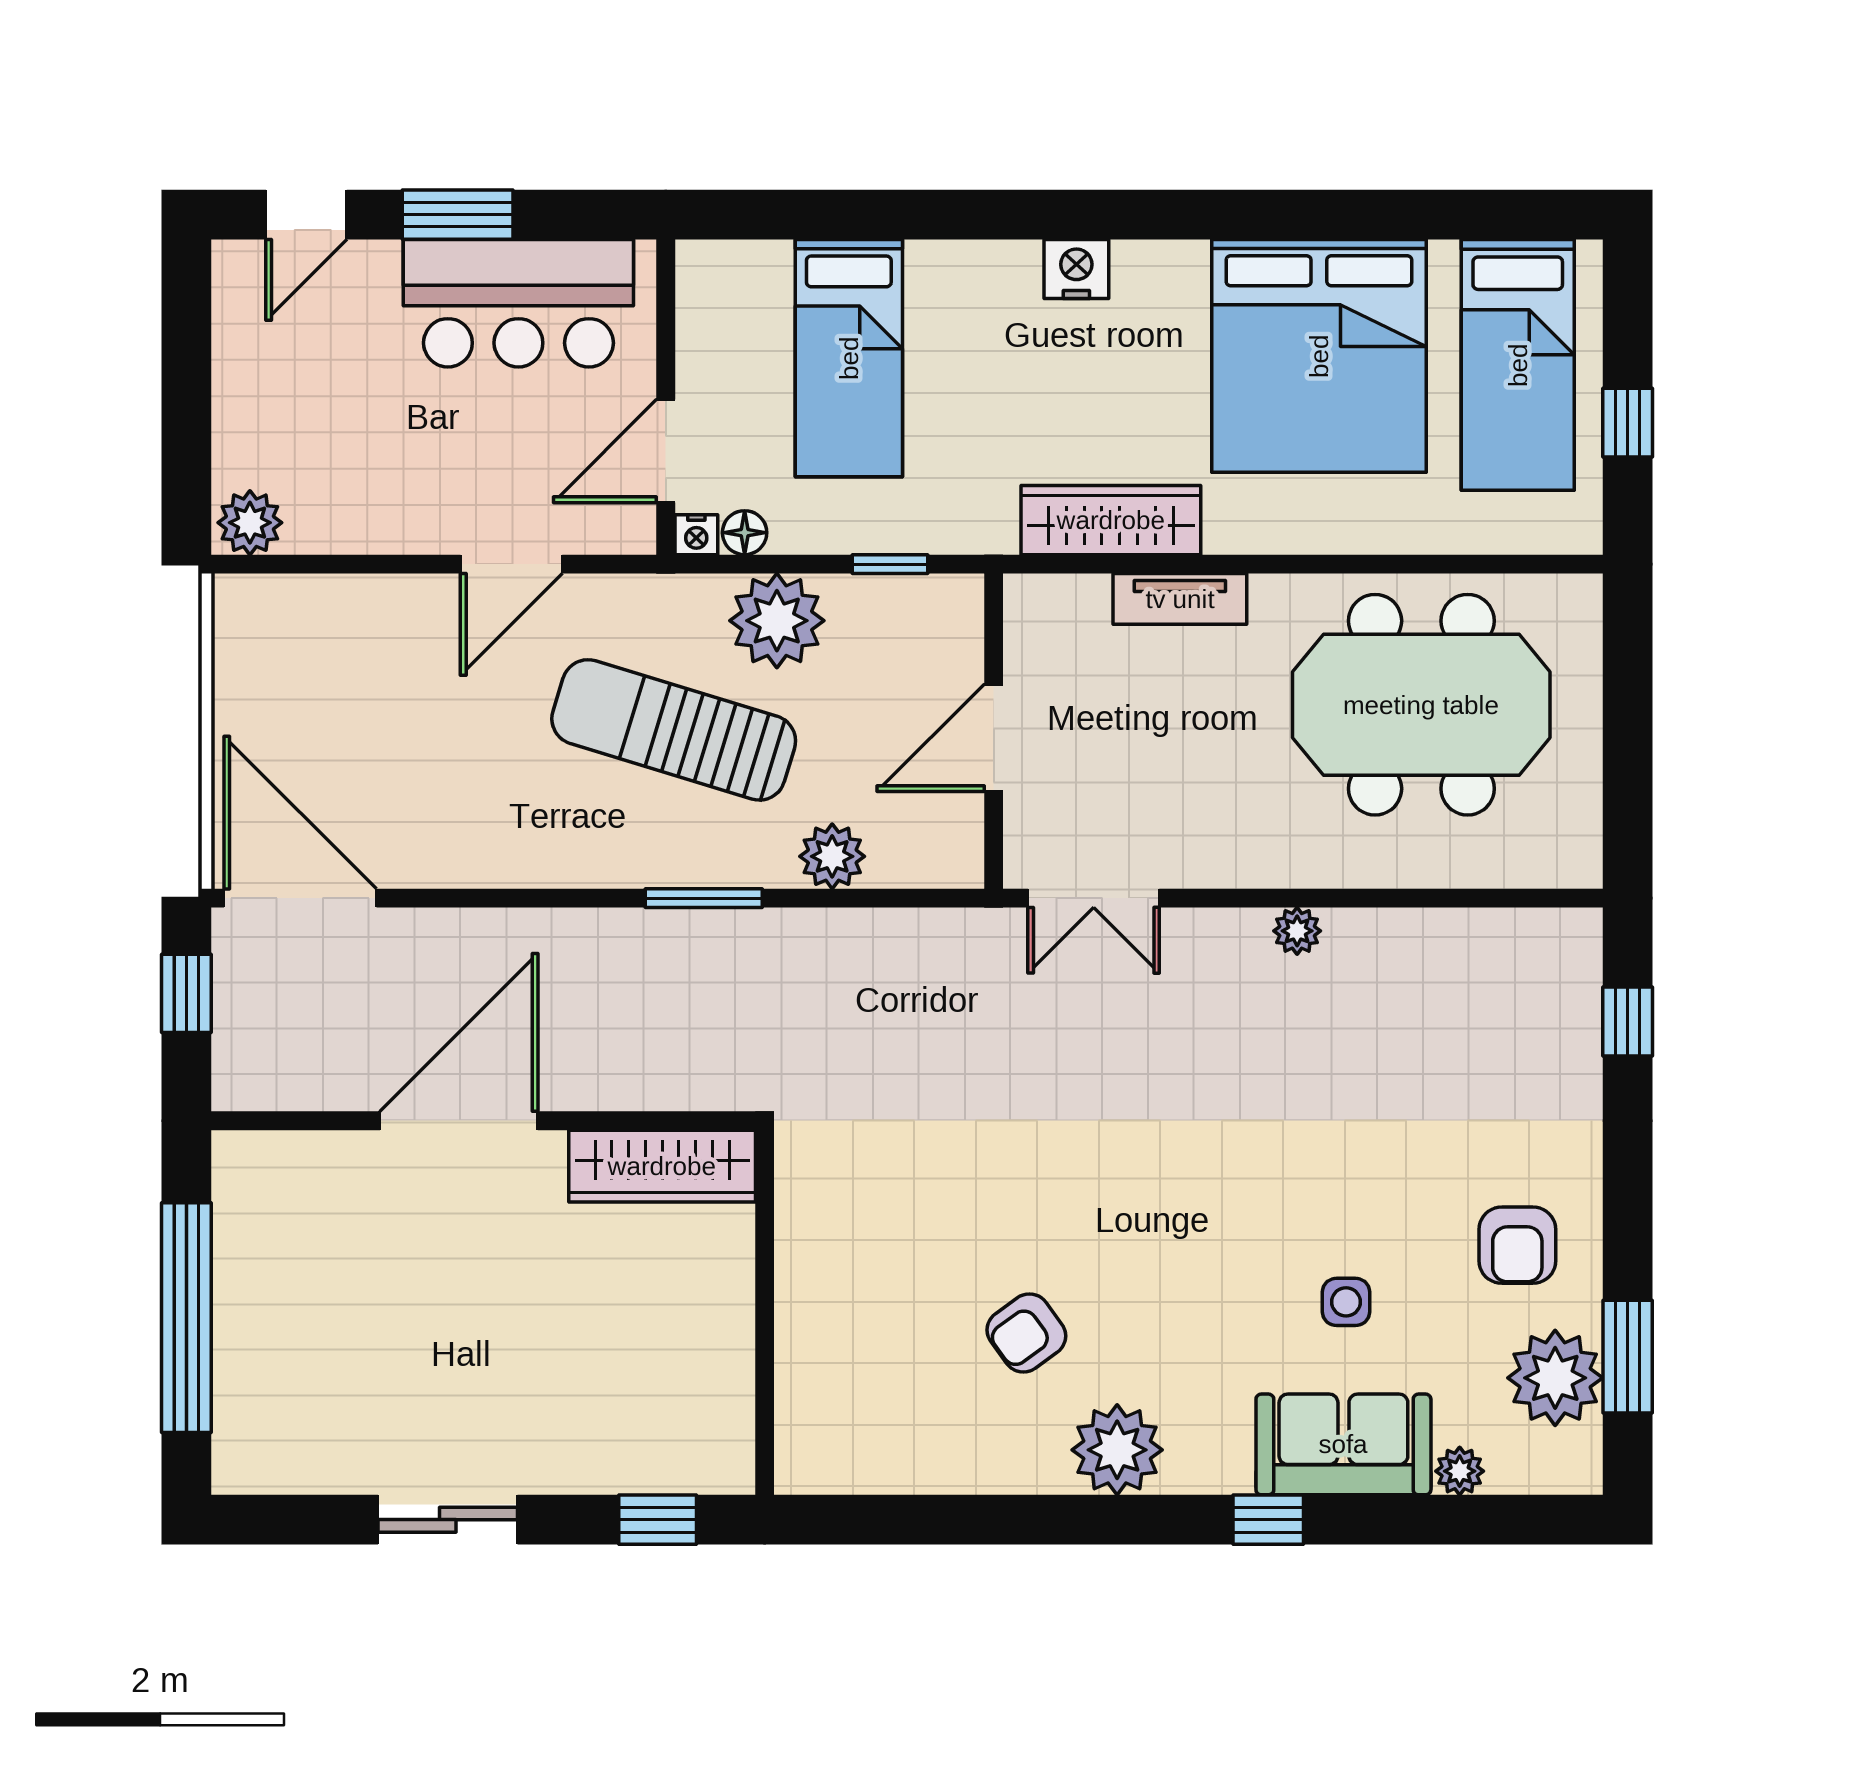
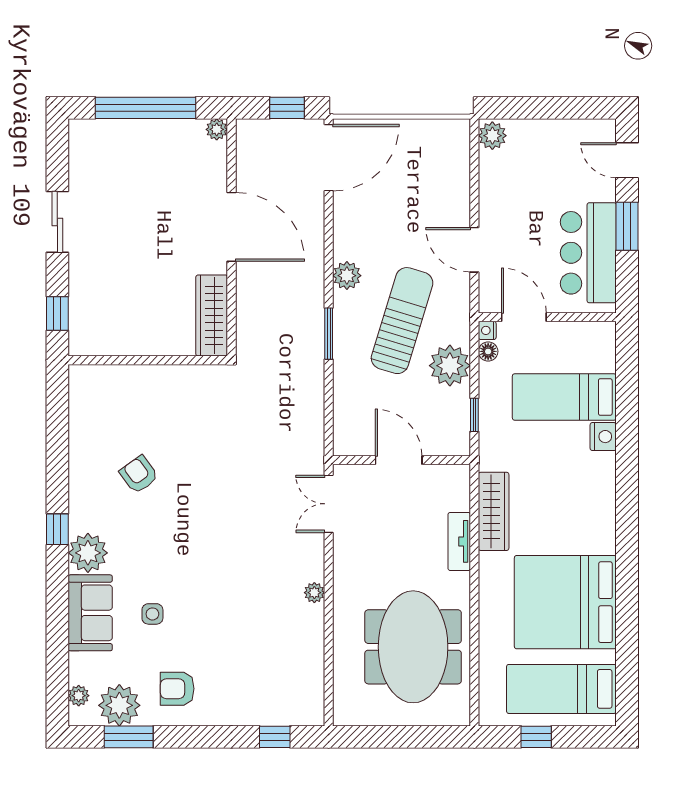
nightstand: (1076, 269) -> (603, 437), moved
plant: (832, 856) -> (347, 276), moved
plant: (236, 1155) -> (217, 129), added
plant: (1117, 1450) -> (88, 553), moved
plant: (1460, 1471) -> (79, 696), moved
window: (1268, 1520) -> (57, 529), moved

